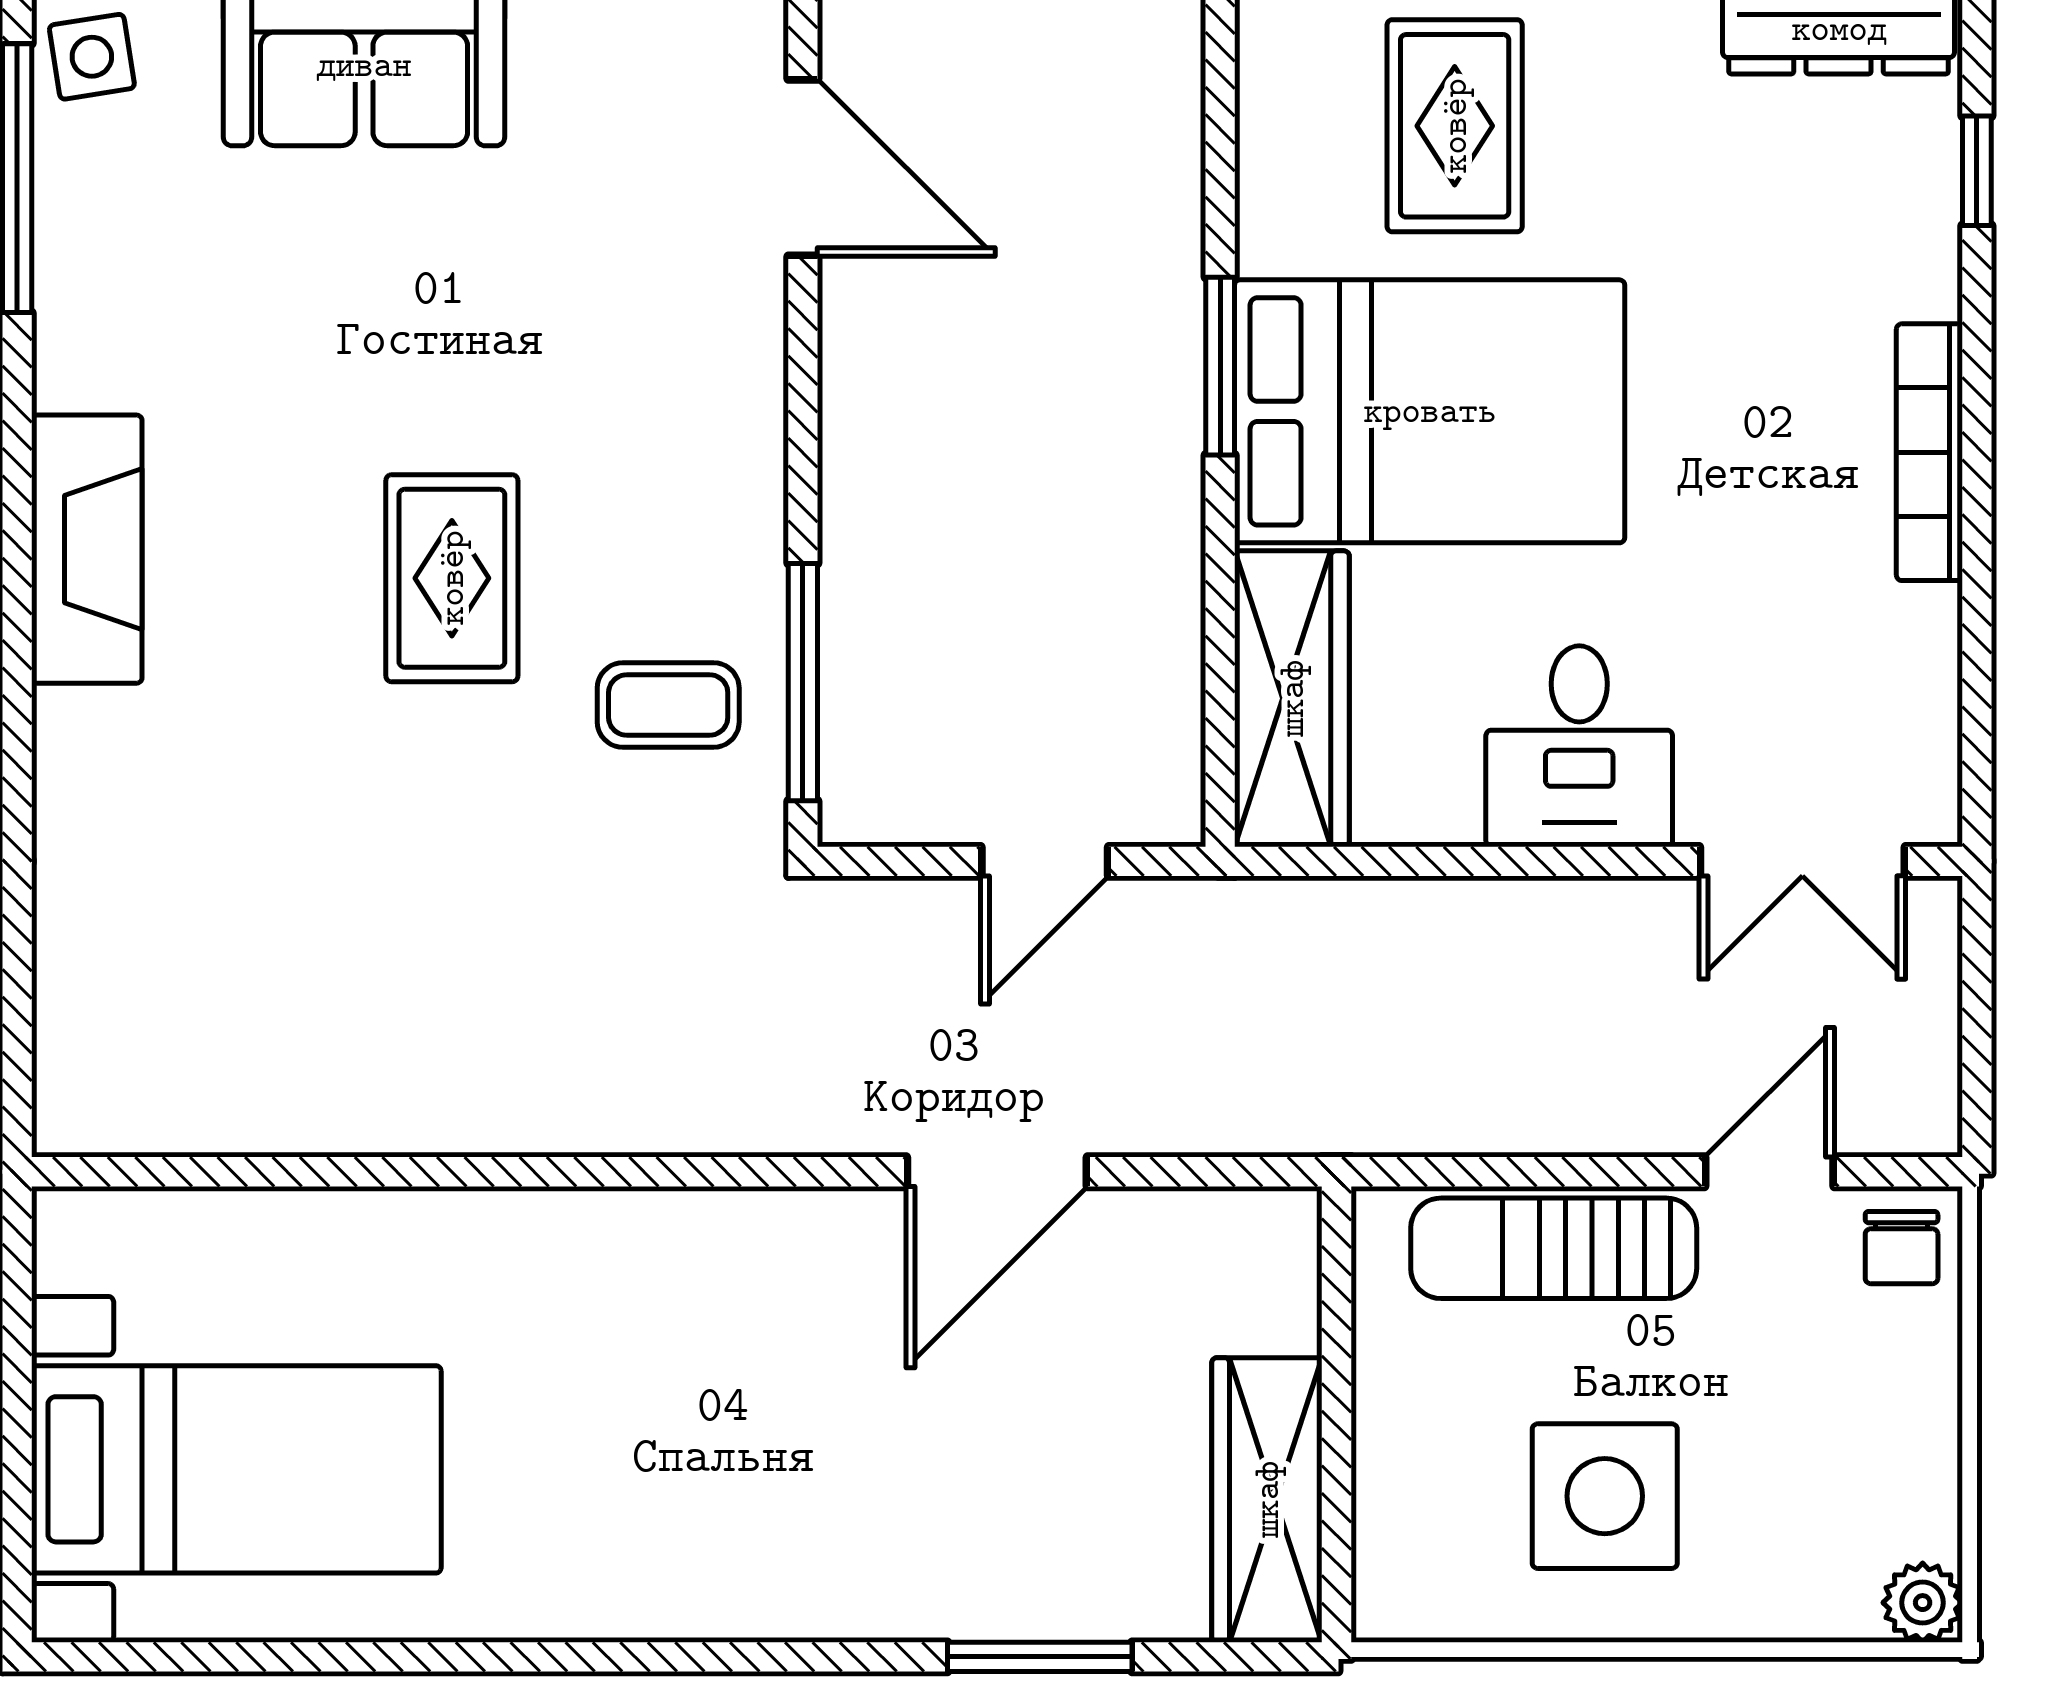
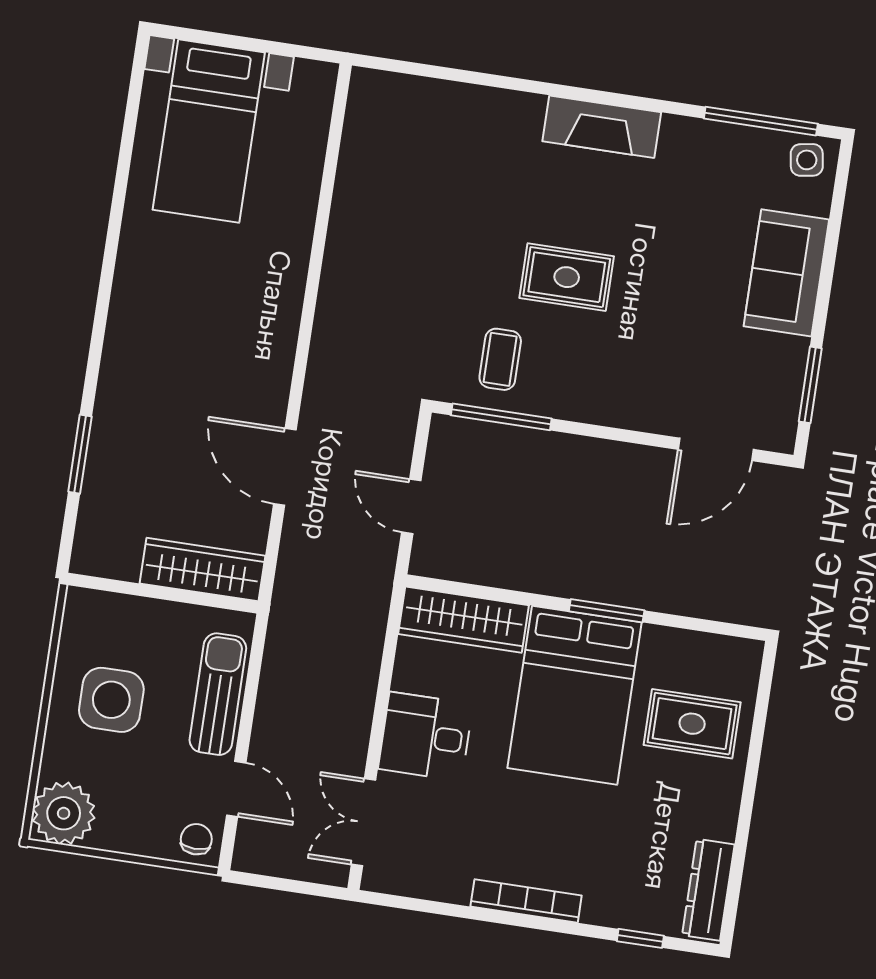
chair: (1902, 1248) -> (196, 839), turned 90
wardrobe: (1267, 1500) -> (202, 570), moved
plant: (1923, 1603) -> (64, 813), width x1.87, depth x1.87

